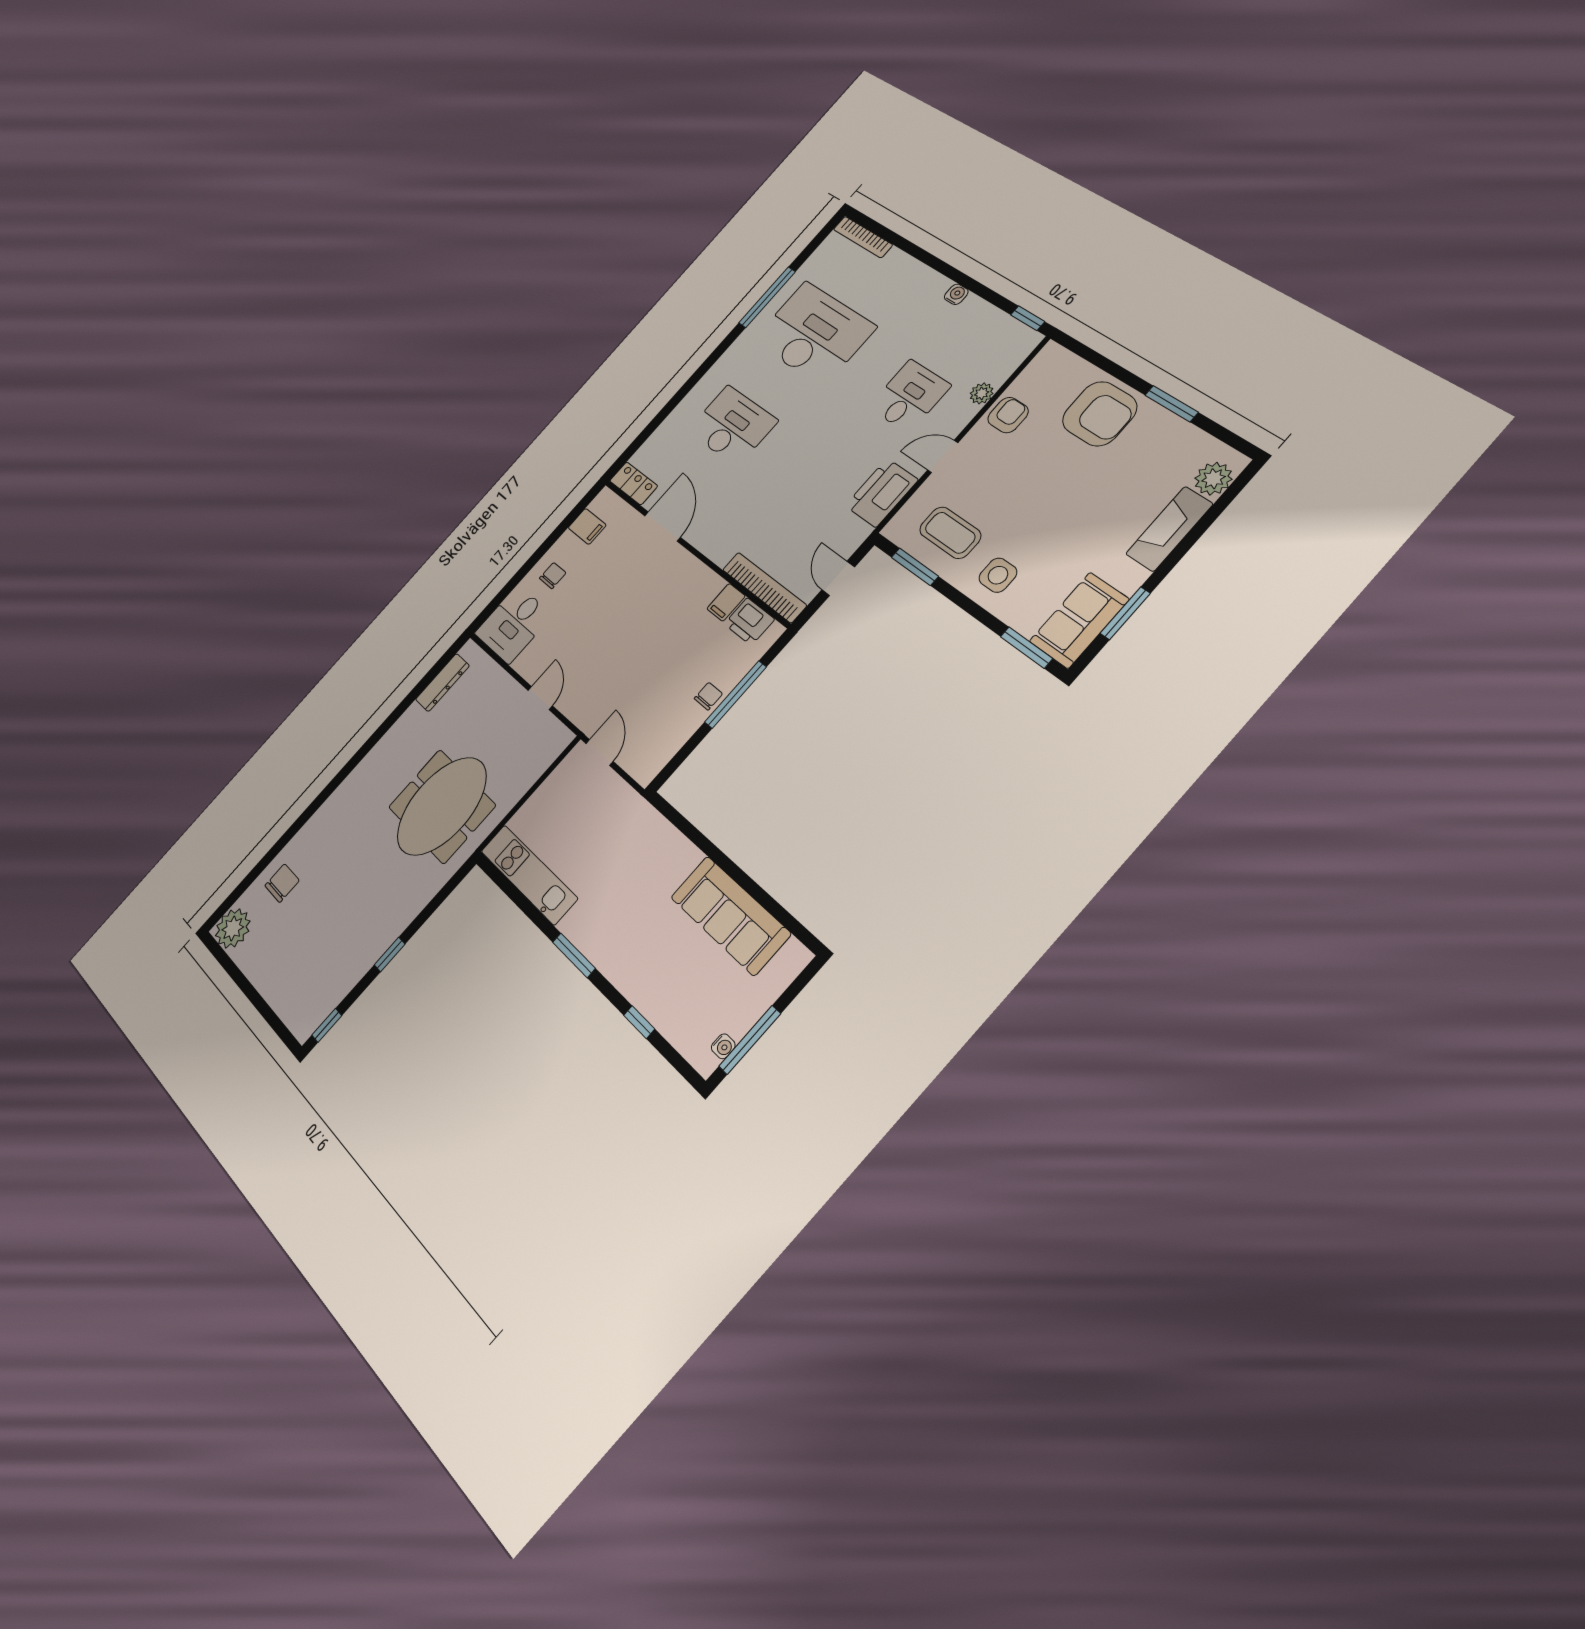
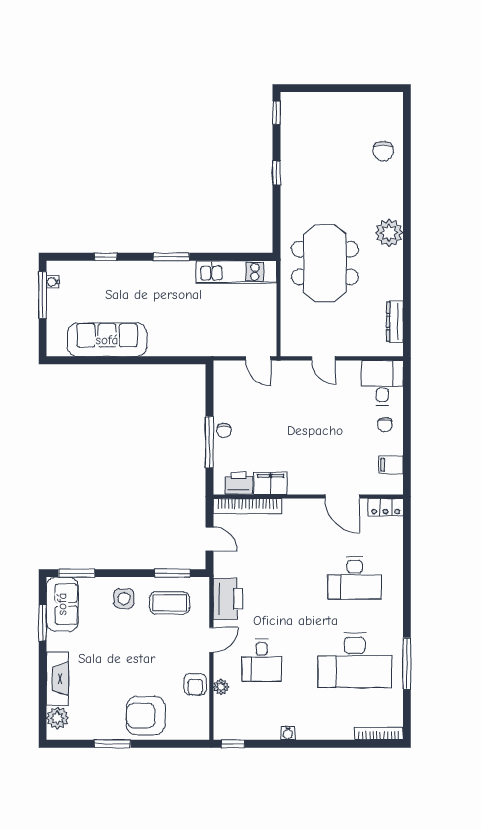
filing cabinet: (726, 602) -> (270, 483), width x2.00
plant: (233, 928) -> (389, 233), moved

